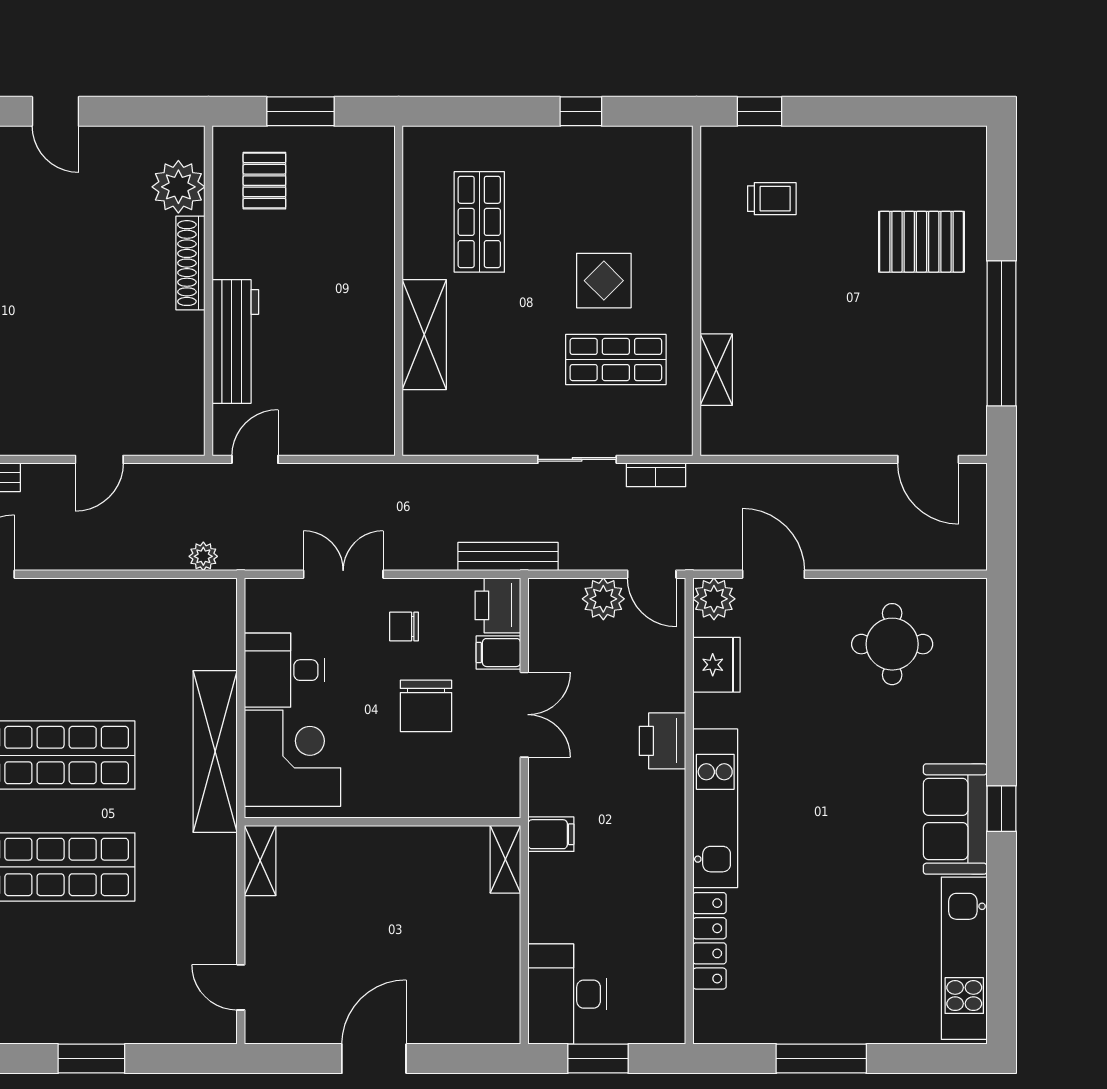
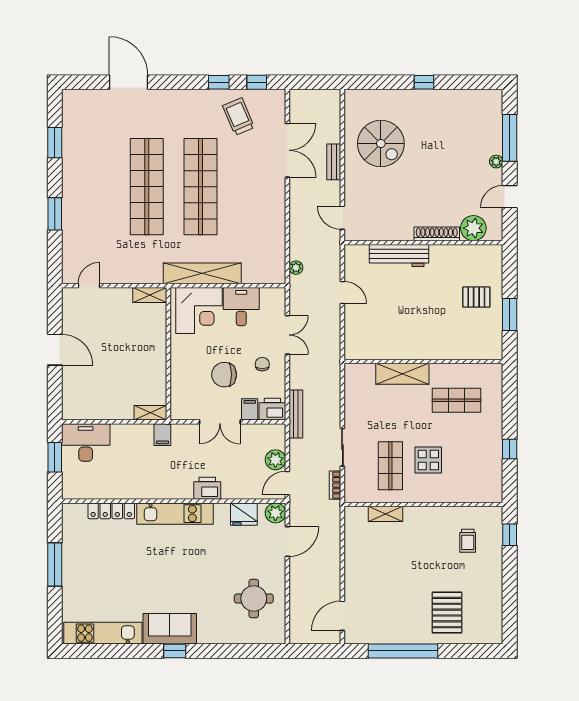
plant: (178, 187) -> (473, 228), moved
shoe rack: (190, 263) -> (437, 234), moved
wall: (208, 291) -> (423, 243), moved
workbench: (235, 342) -> (399, 255), moved

